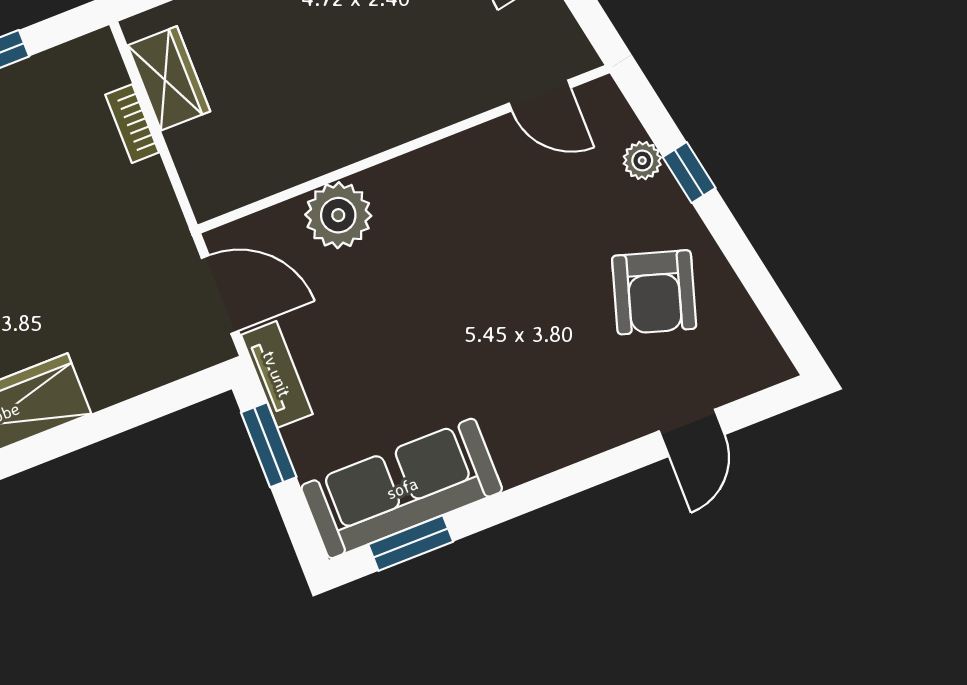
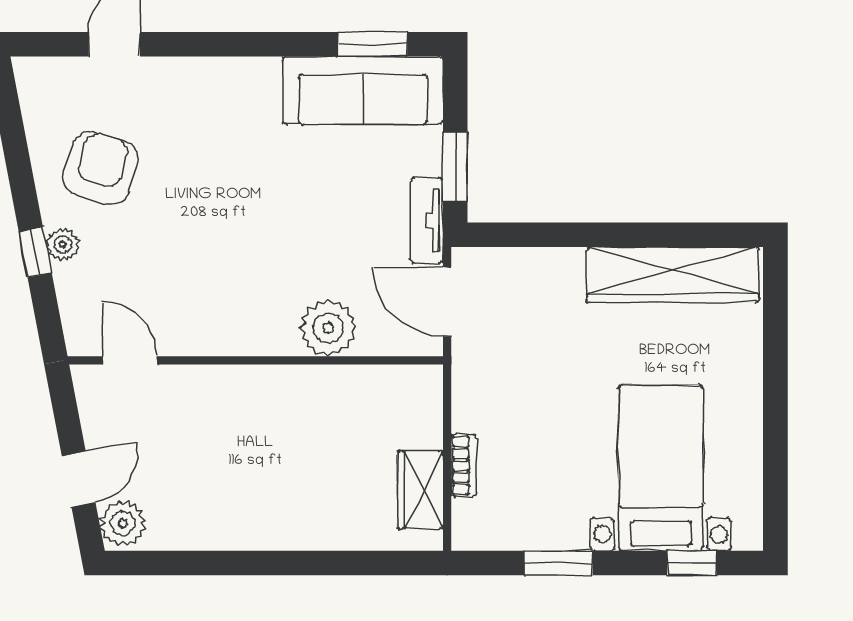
plant: (642, 160) -> (63, 244), moved

